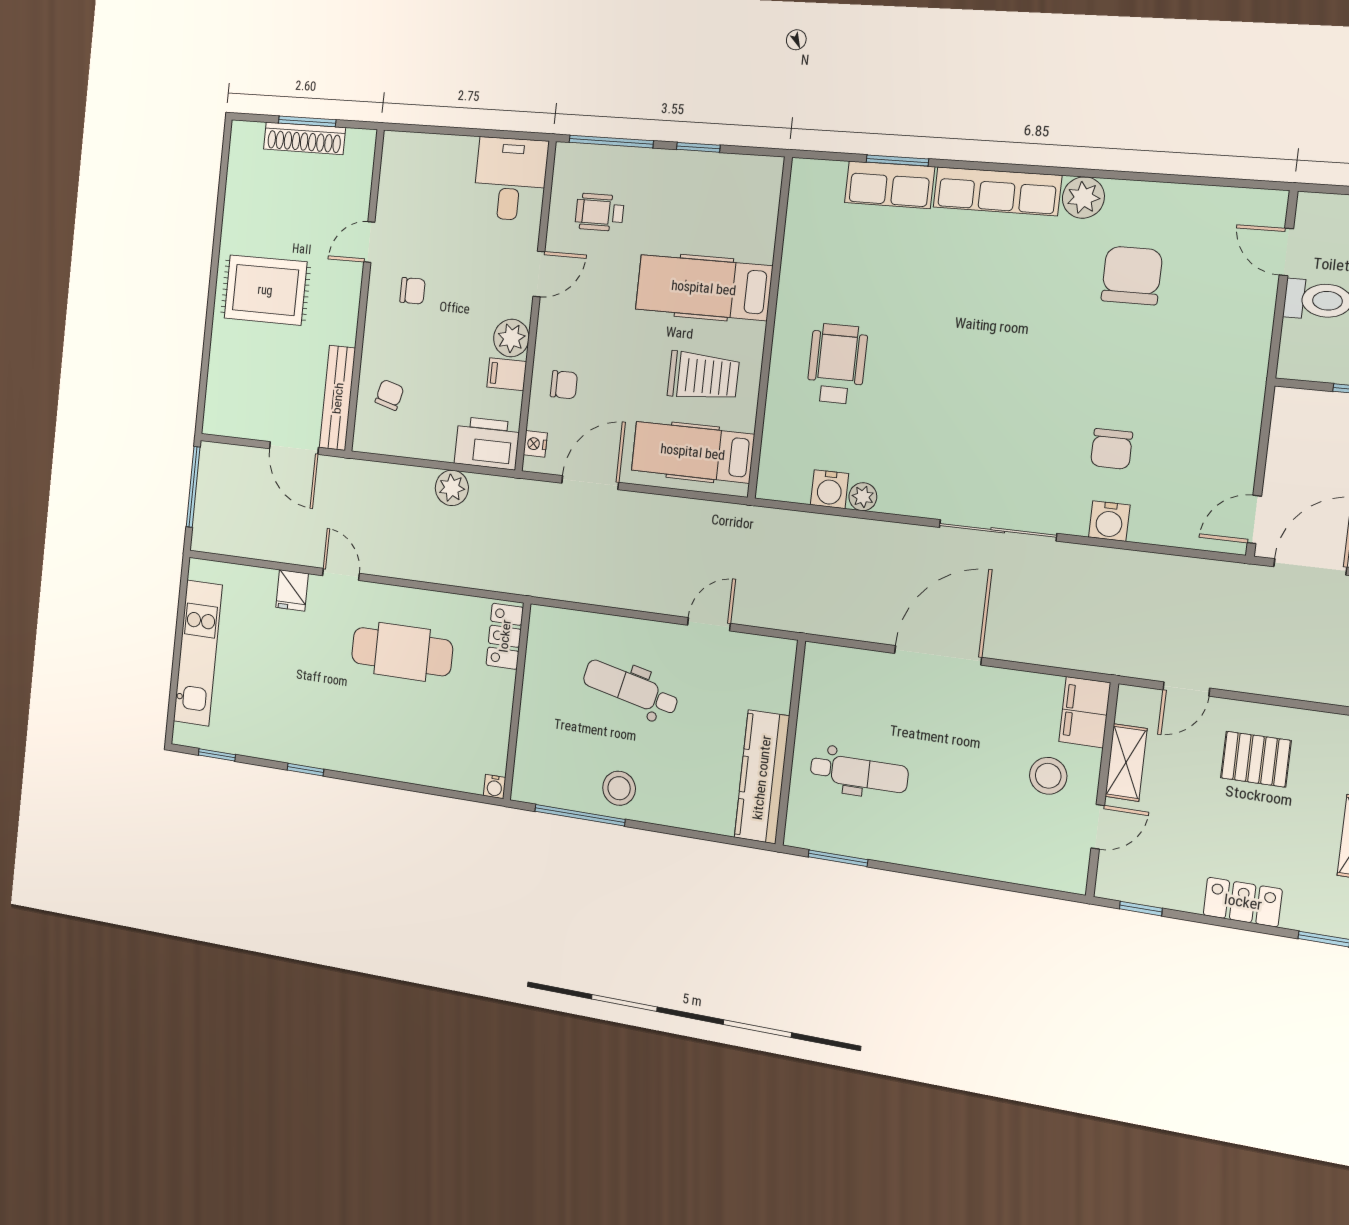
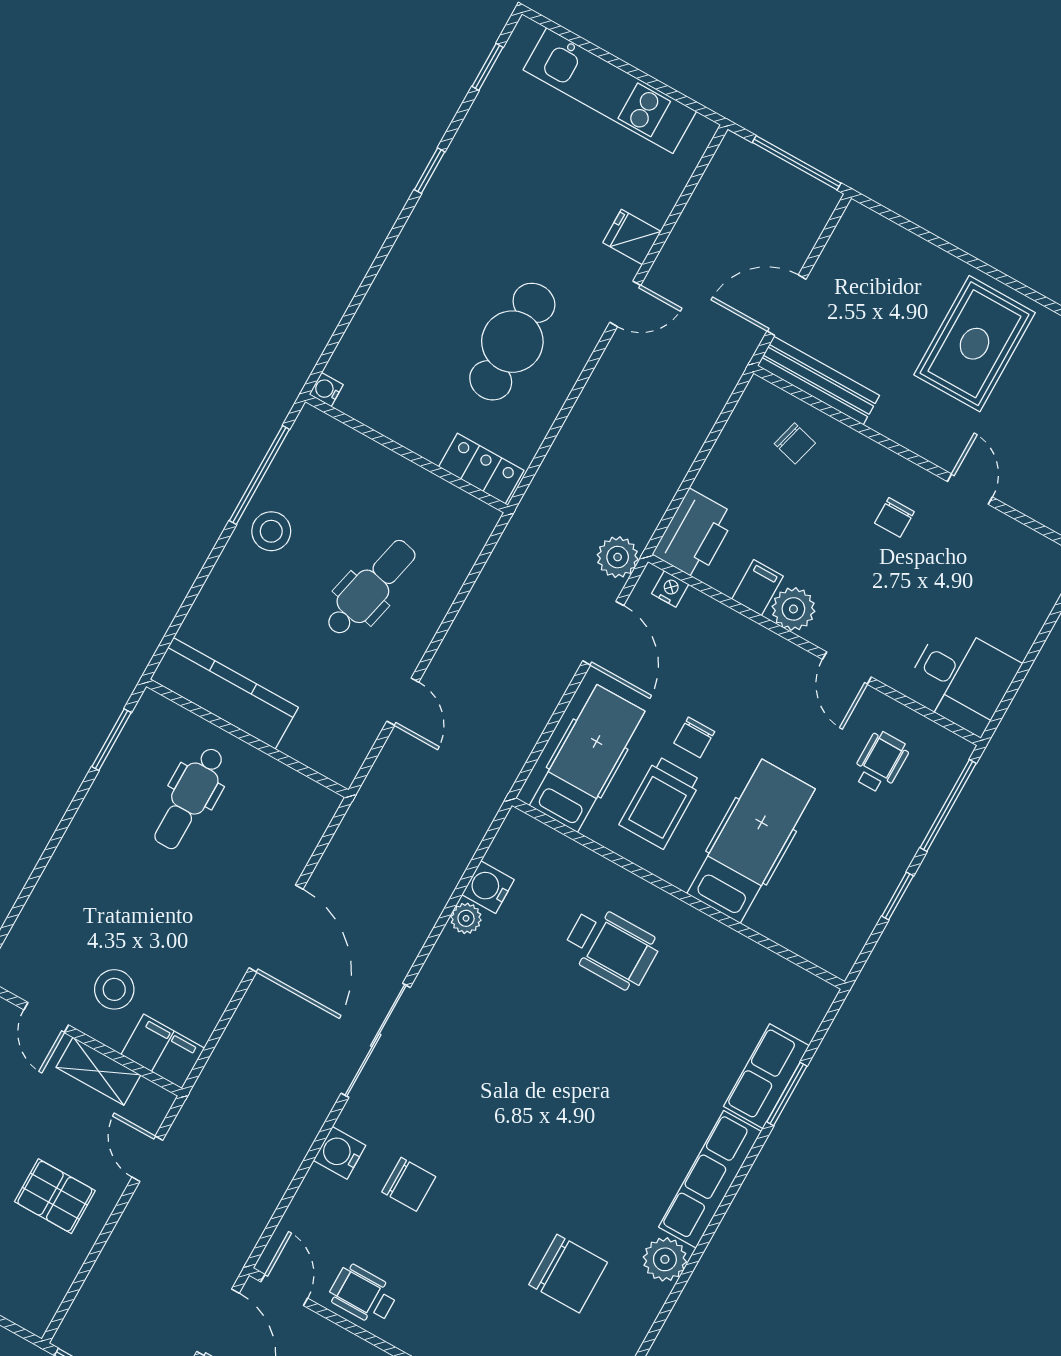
chair: (564, 385) -> (694, 737), moved
wheelchair: (1228, 448) -> (363, 1295), added
chair: (1112, 449) -> (409, 1184), turned 180
plant: (452, 488) -> (618, 557), moved
pallet: (1256, 759) -> (55, 1196), turned 90

